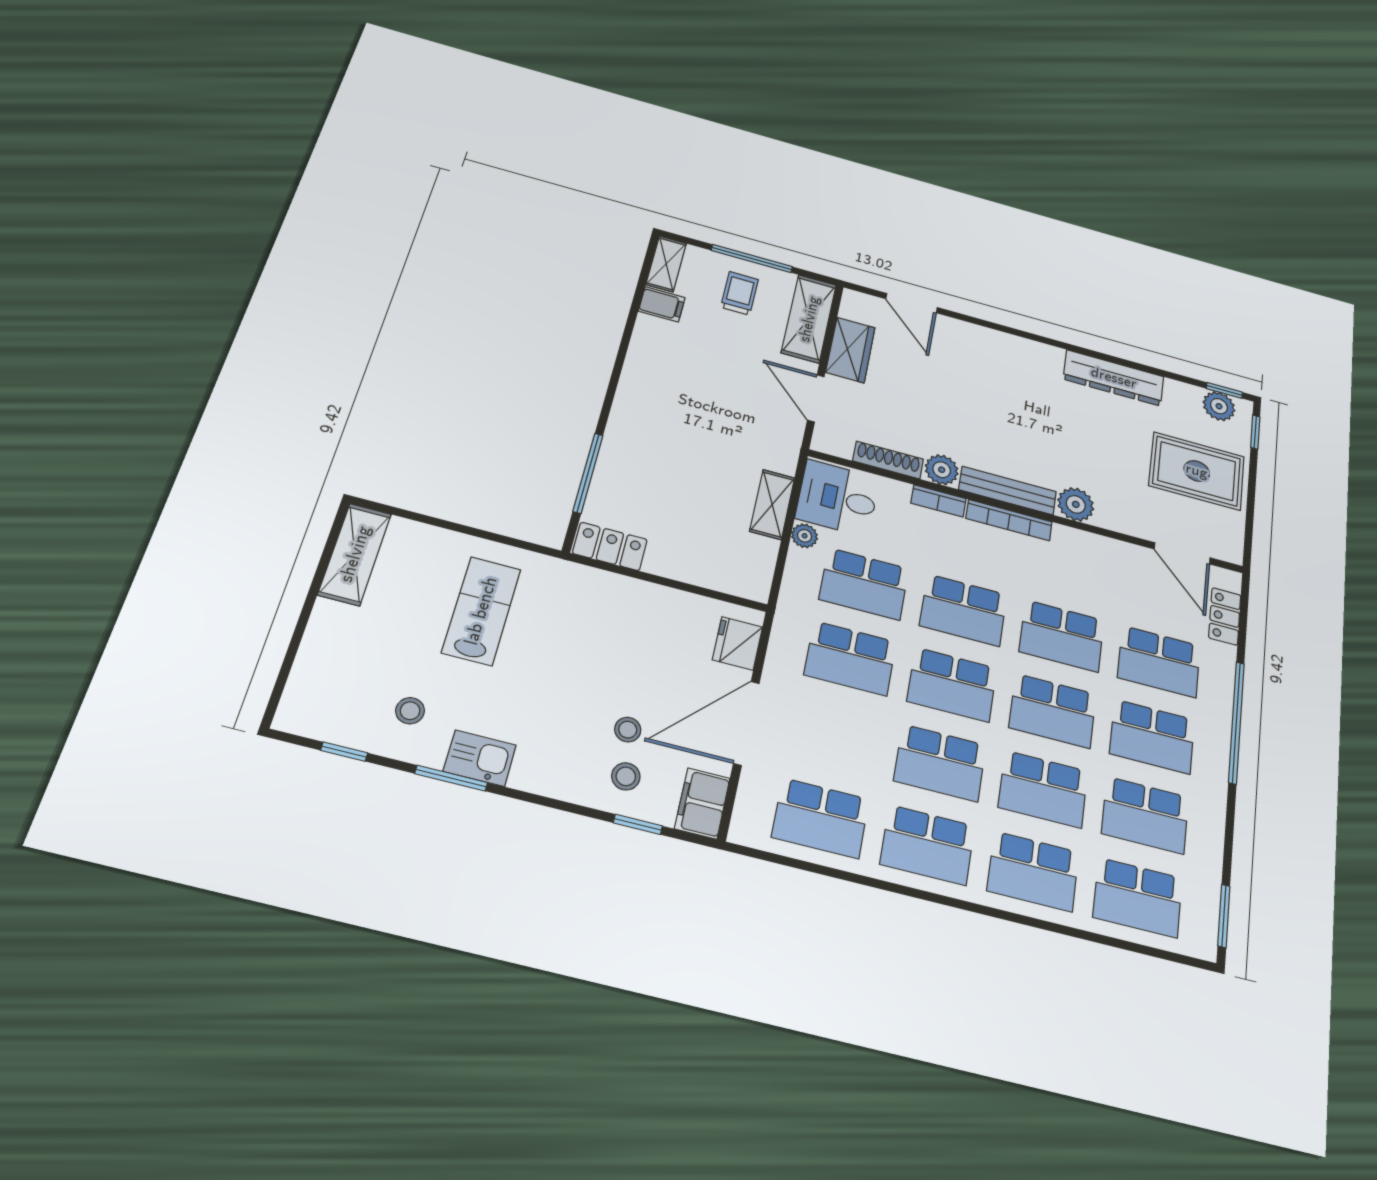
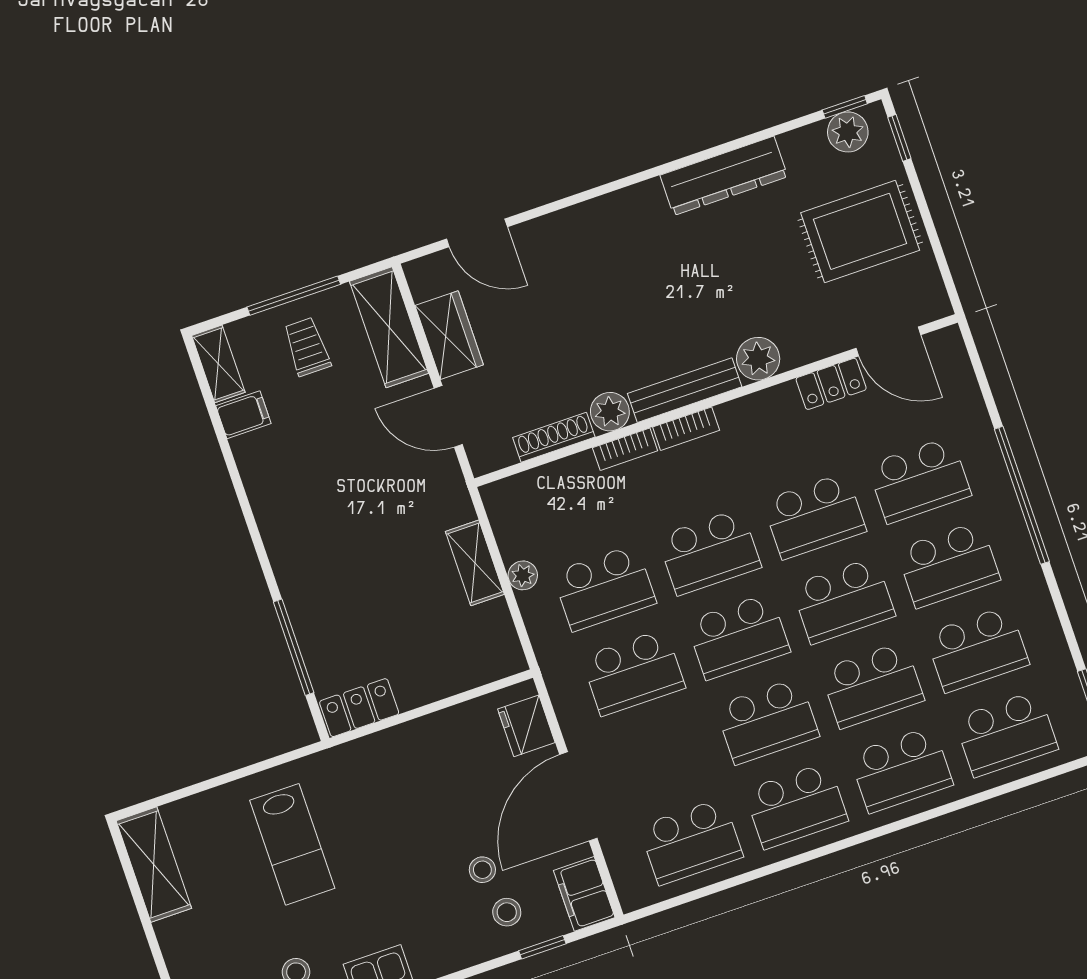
desk: (838, 498) -> (530, 514), removed
bookcase: (1009, 520) -> (686, 429), width x0.64
lab bench: (481, 611) -> (292, 844), turned 180
locker: (1225, 616) -> (831, 384), moved, turned -90

